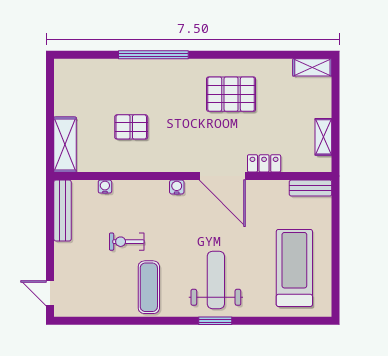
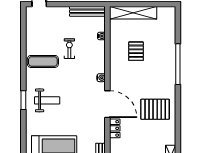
pallet: (231, 94) -> (155, 109), turned 90
shelving: (65, 145) -> (133, 13), width x1.47
door: (222, 176) -> (107, 104), swing flipped
weight bench: (216, 280) -> (47, 100), width x0.73, depth x0.75

